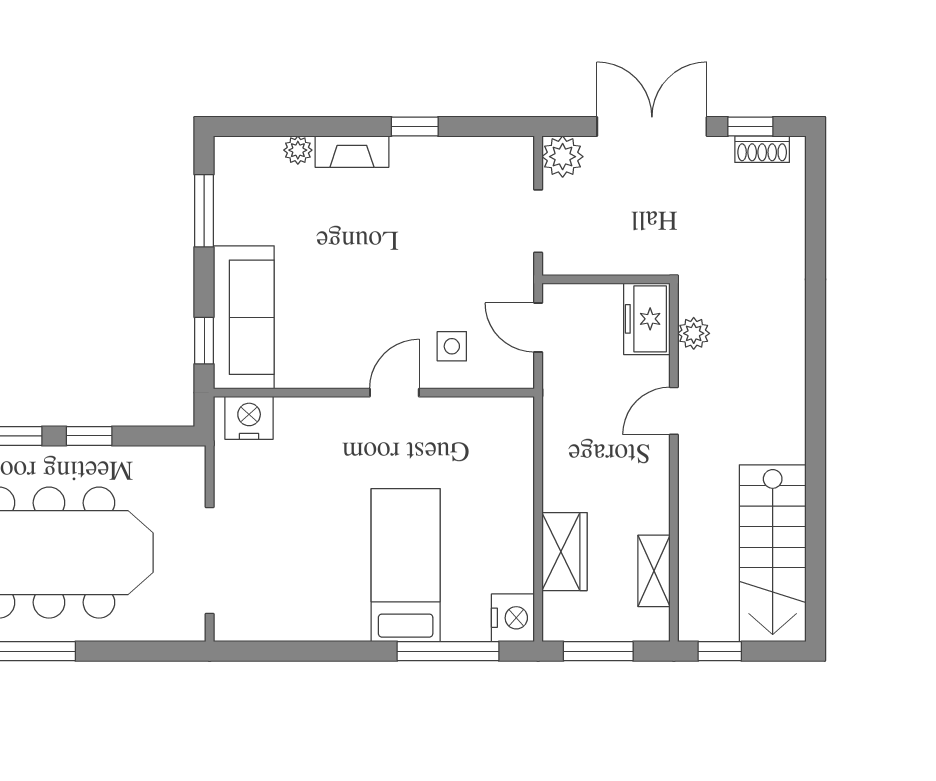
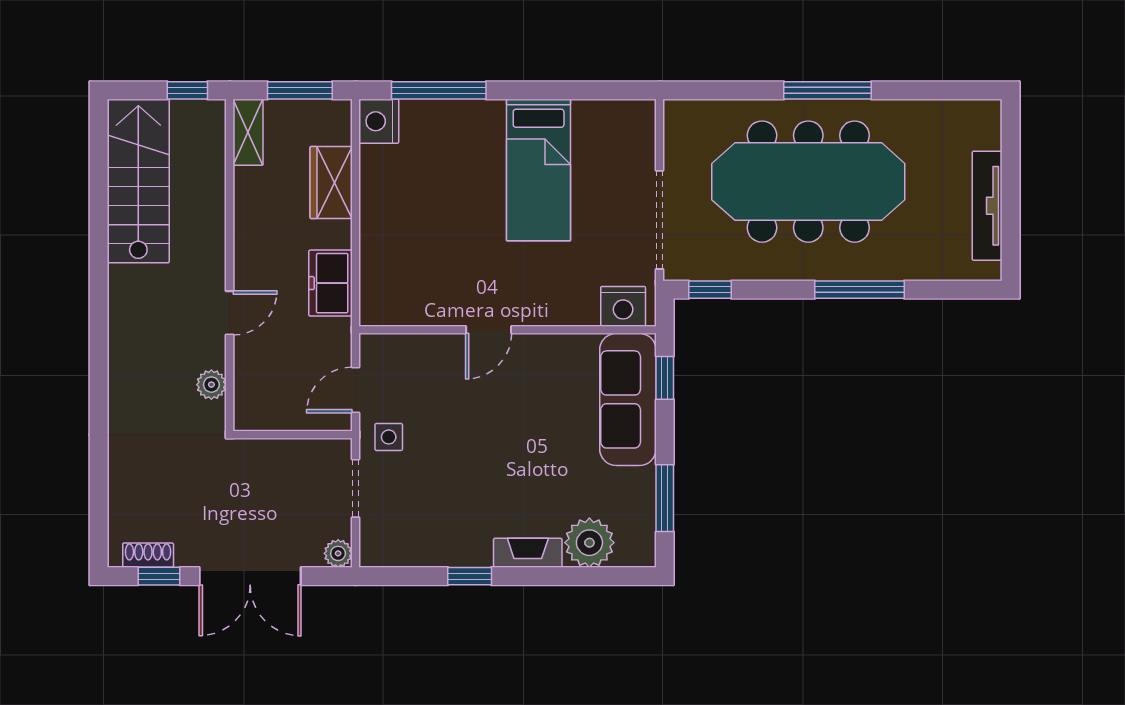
plant: (298, 150) -> (589, 543), width x1.88, depth x1.88
plant: (563, 157) -> (338, 553), width x0.73, depth x0.73
freezer: (647, 319) -> (330, 283), moved, turned 180
door: (538, 327) -> (356, 390), swing flipped
side table: (452, 346) -> (389, 437), moved
window: (89, 436) -> (710, 290), moved
doorway: (210, 560) -> (660, 220), moved
bed: (406, 565) -> (539, 170), moved
shelving: (654, 571) -> (248, 132), moved

